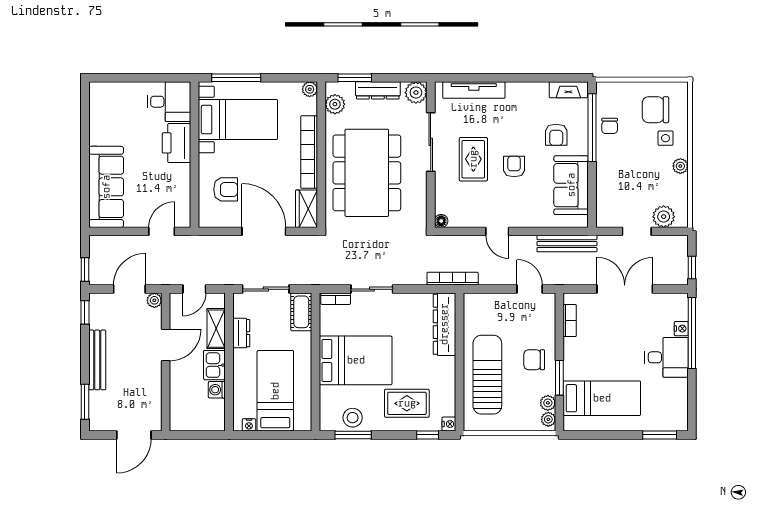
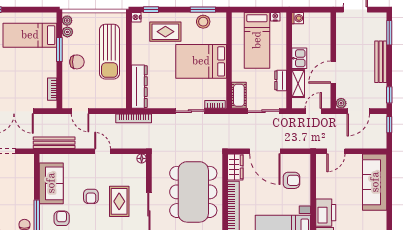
armchair: (226, 189) -> (291, 180), turned 180
washing machine: (217, 390) -> (298, 18), moved

